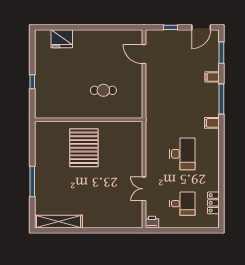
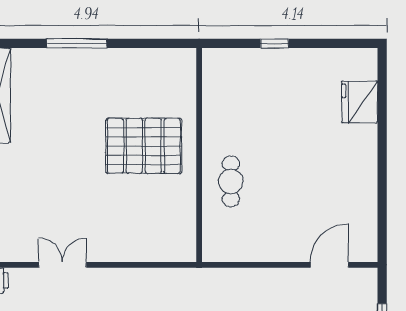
cafe table: (103, 90) -> (231, 181), moved

